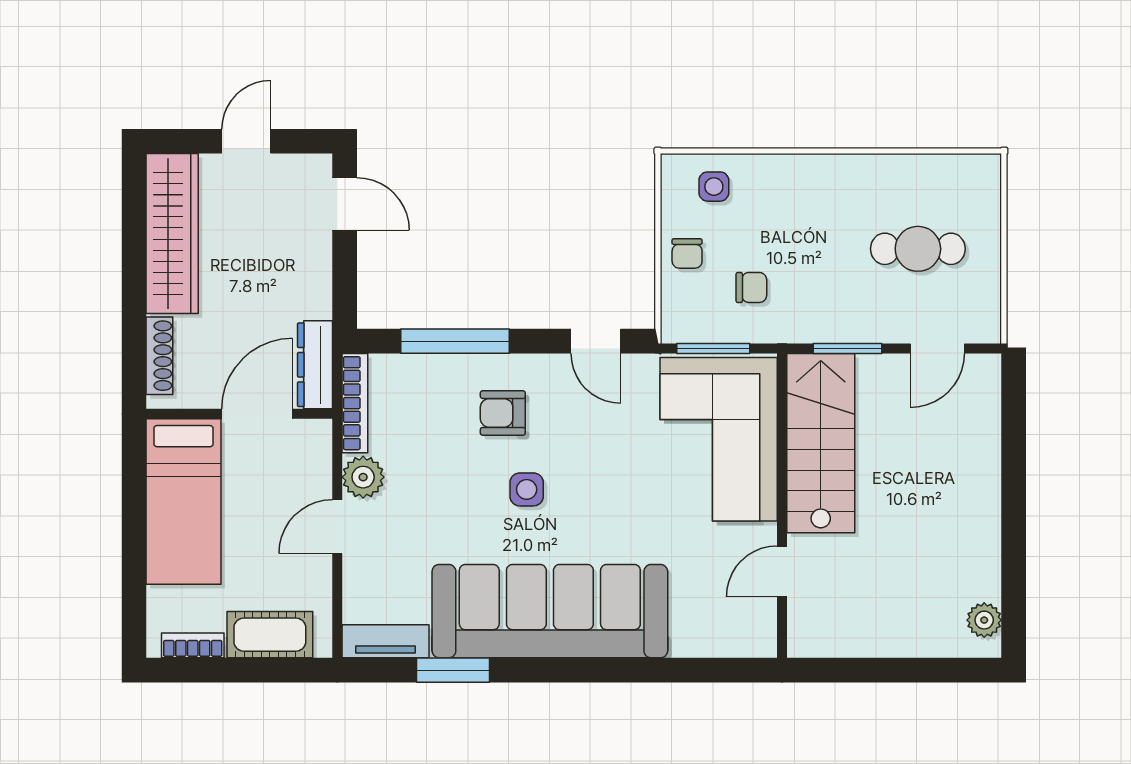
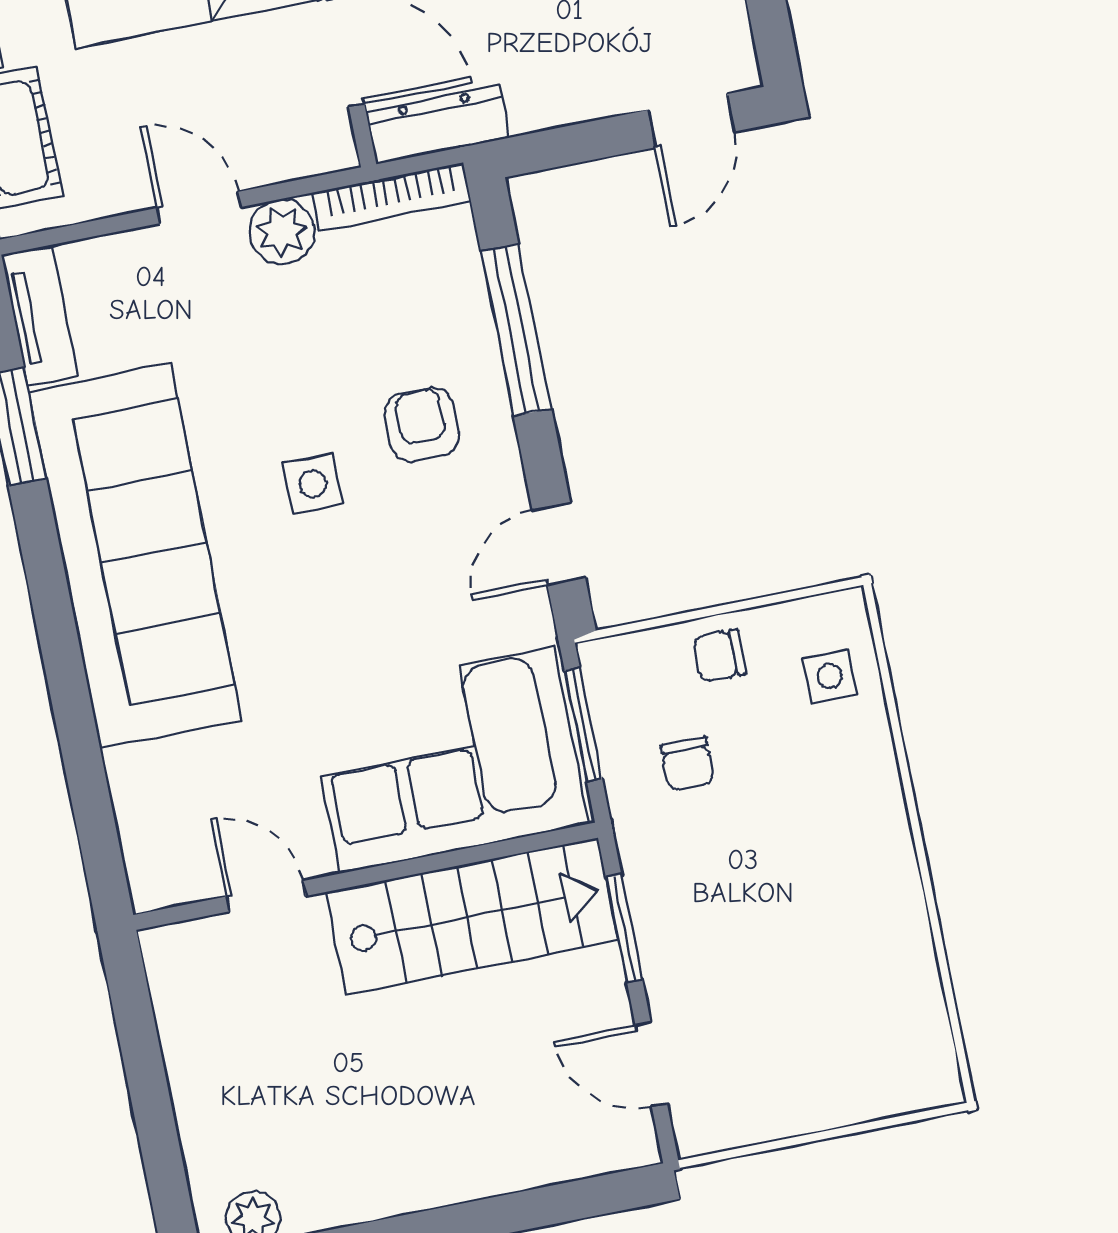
cafe table: (918, 249) -> (797, 1005), removed

